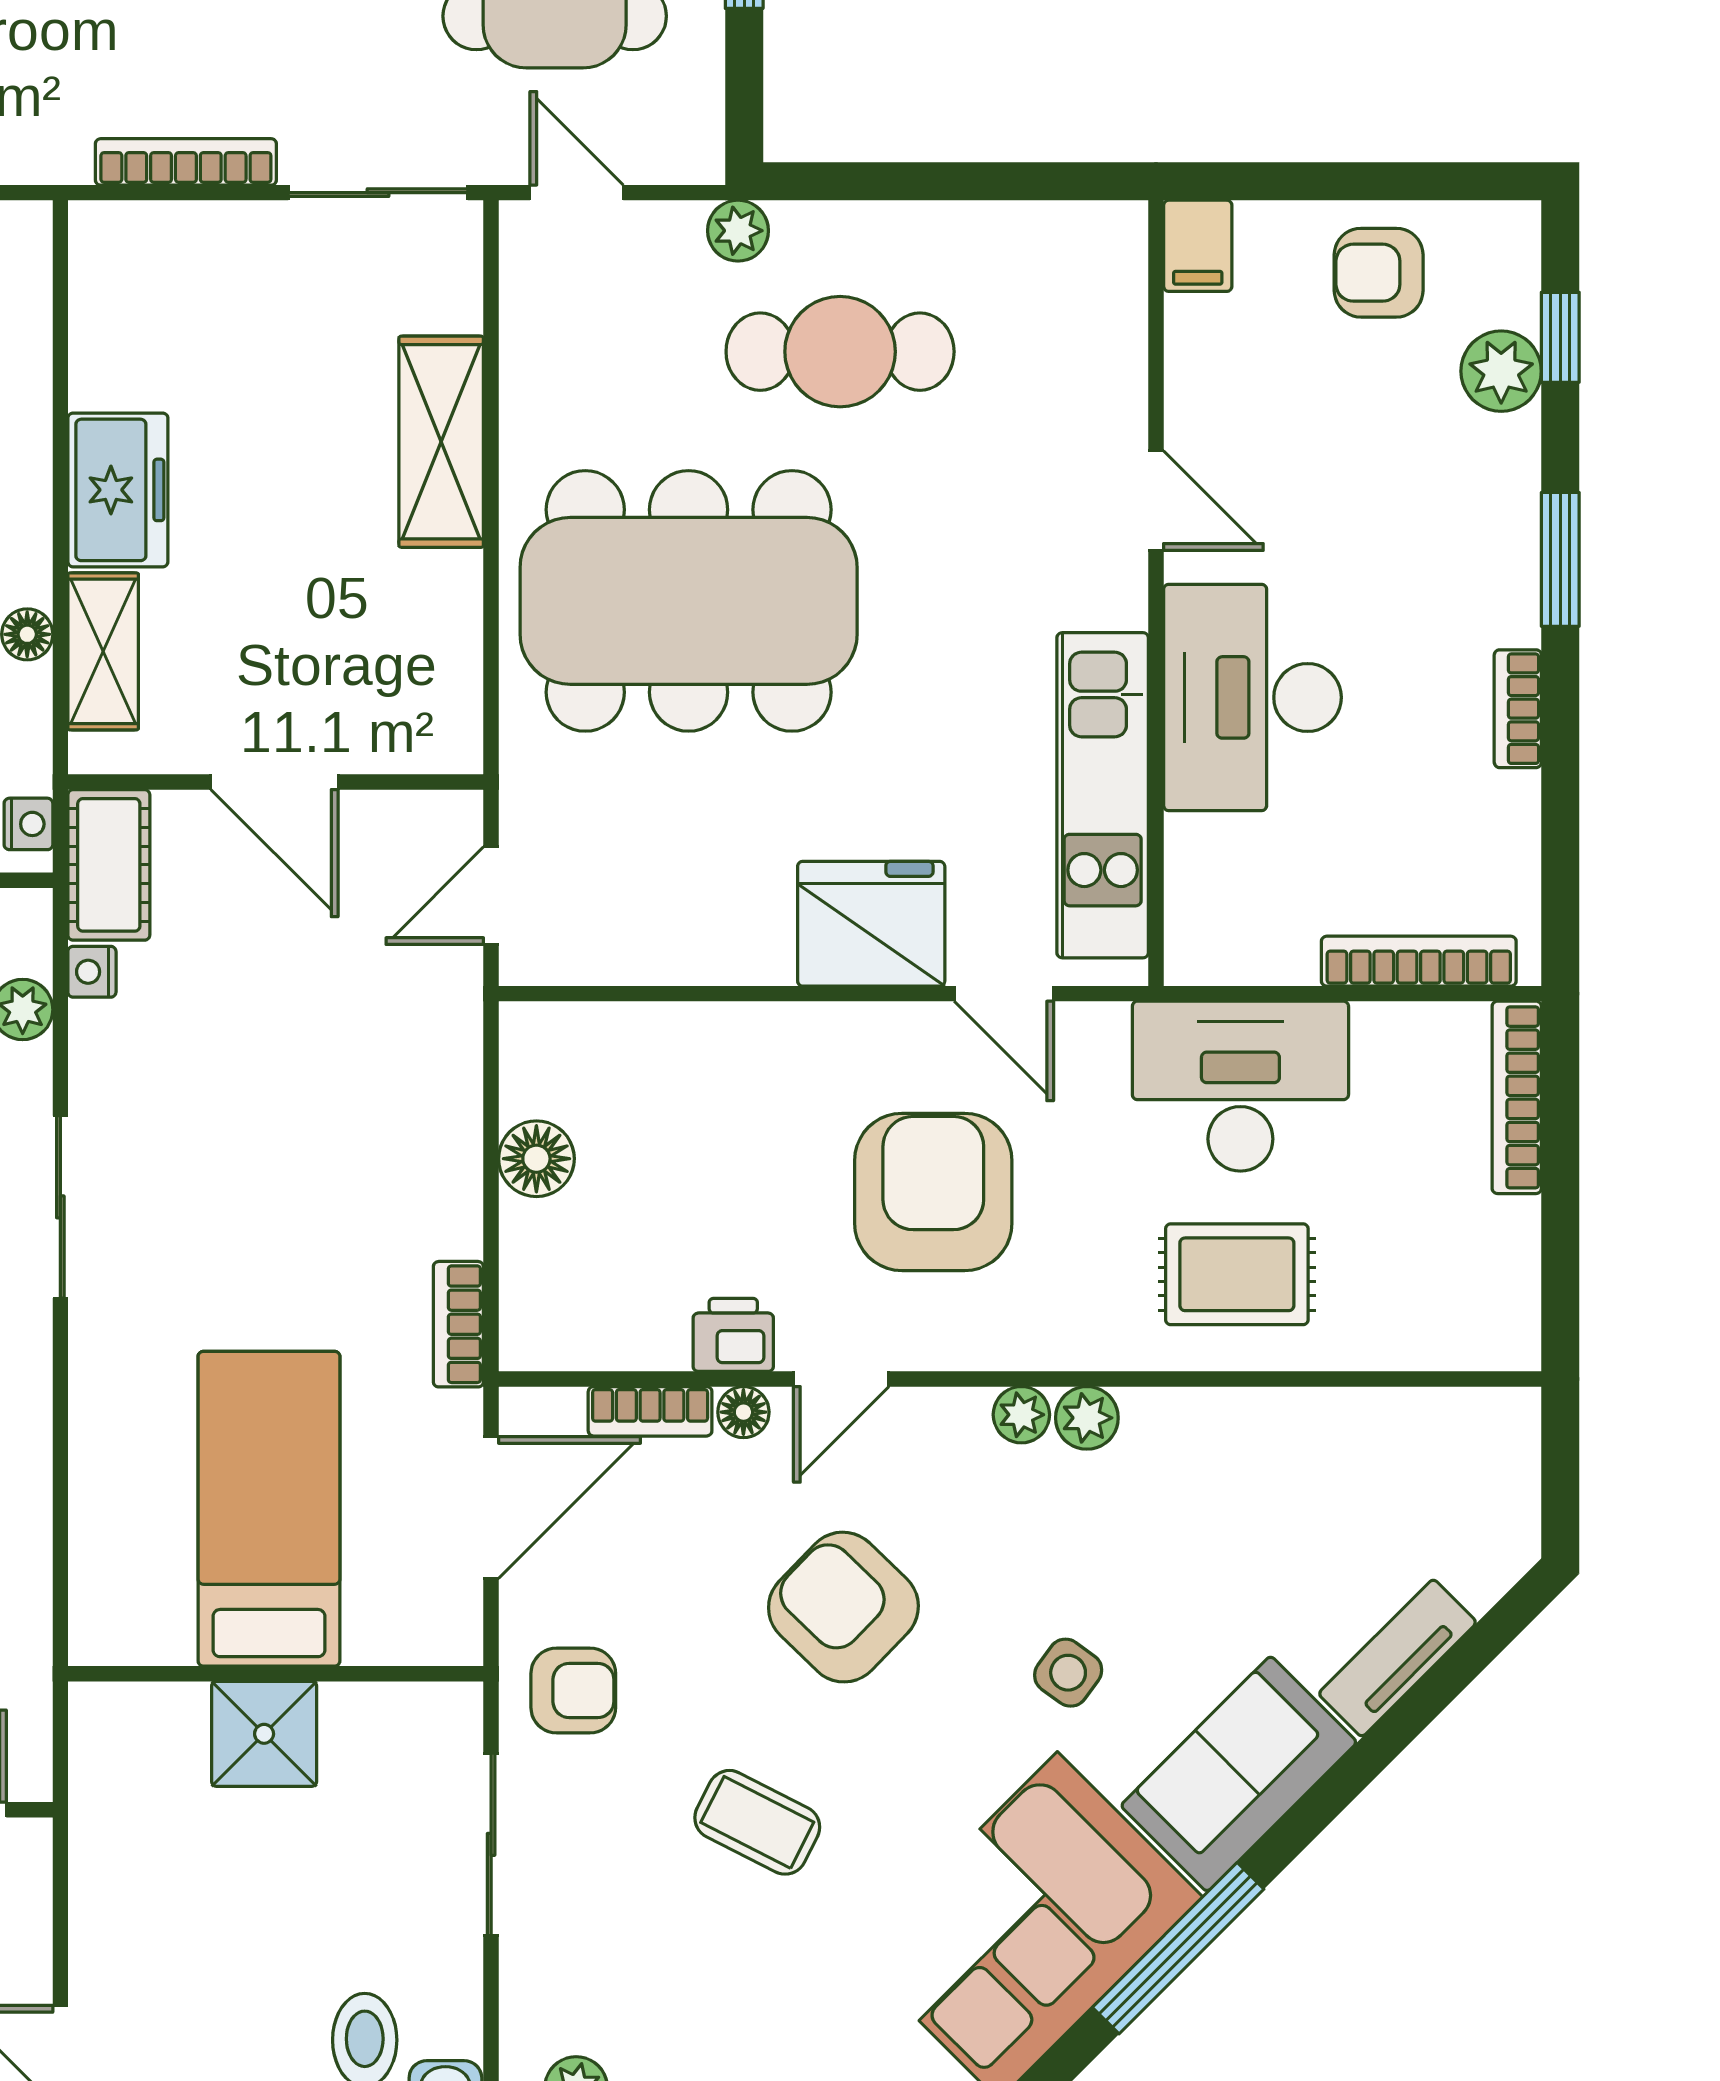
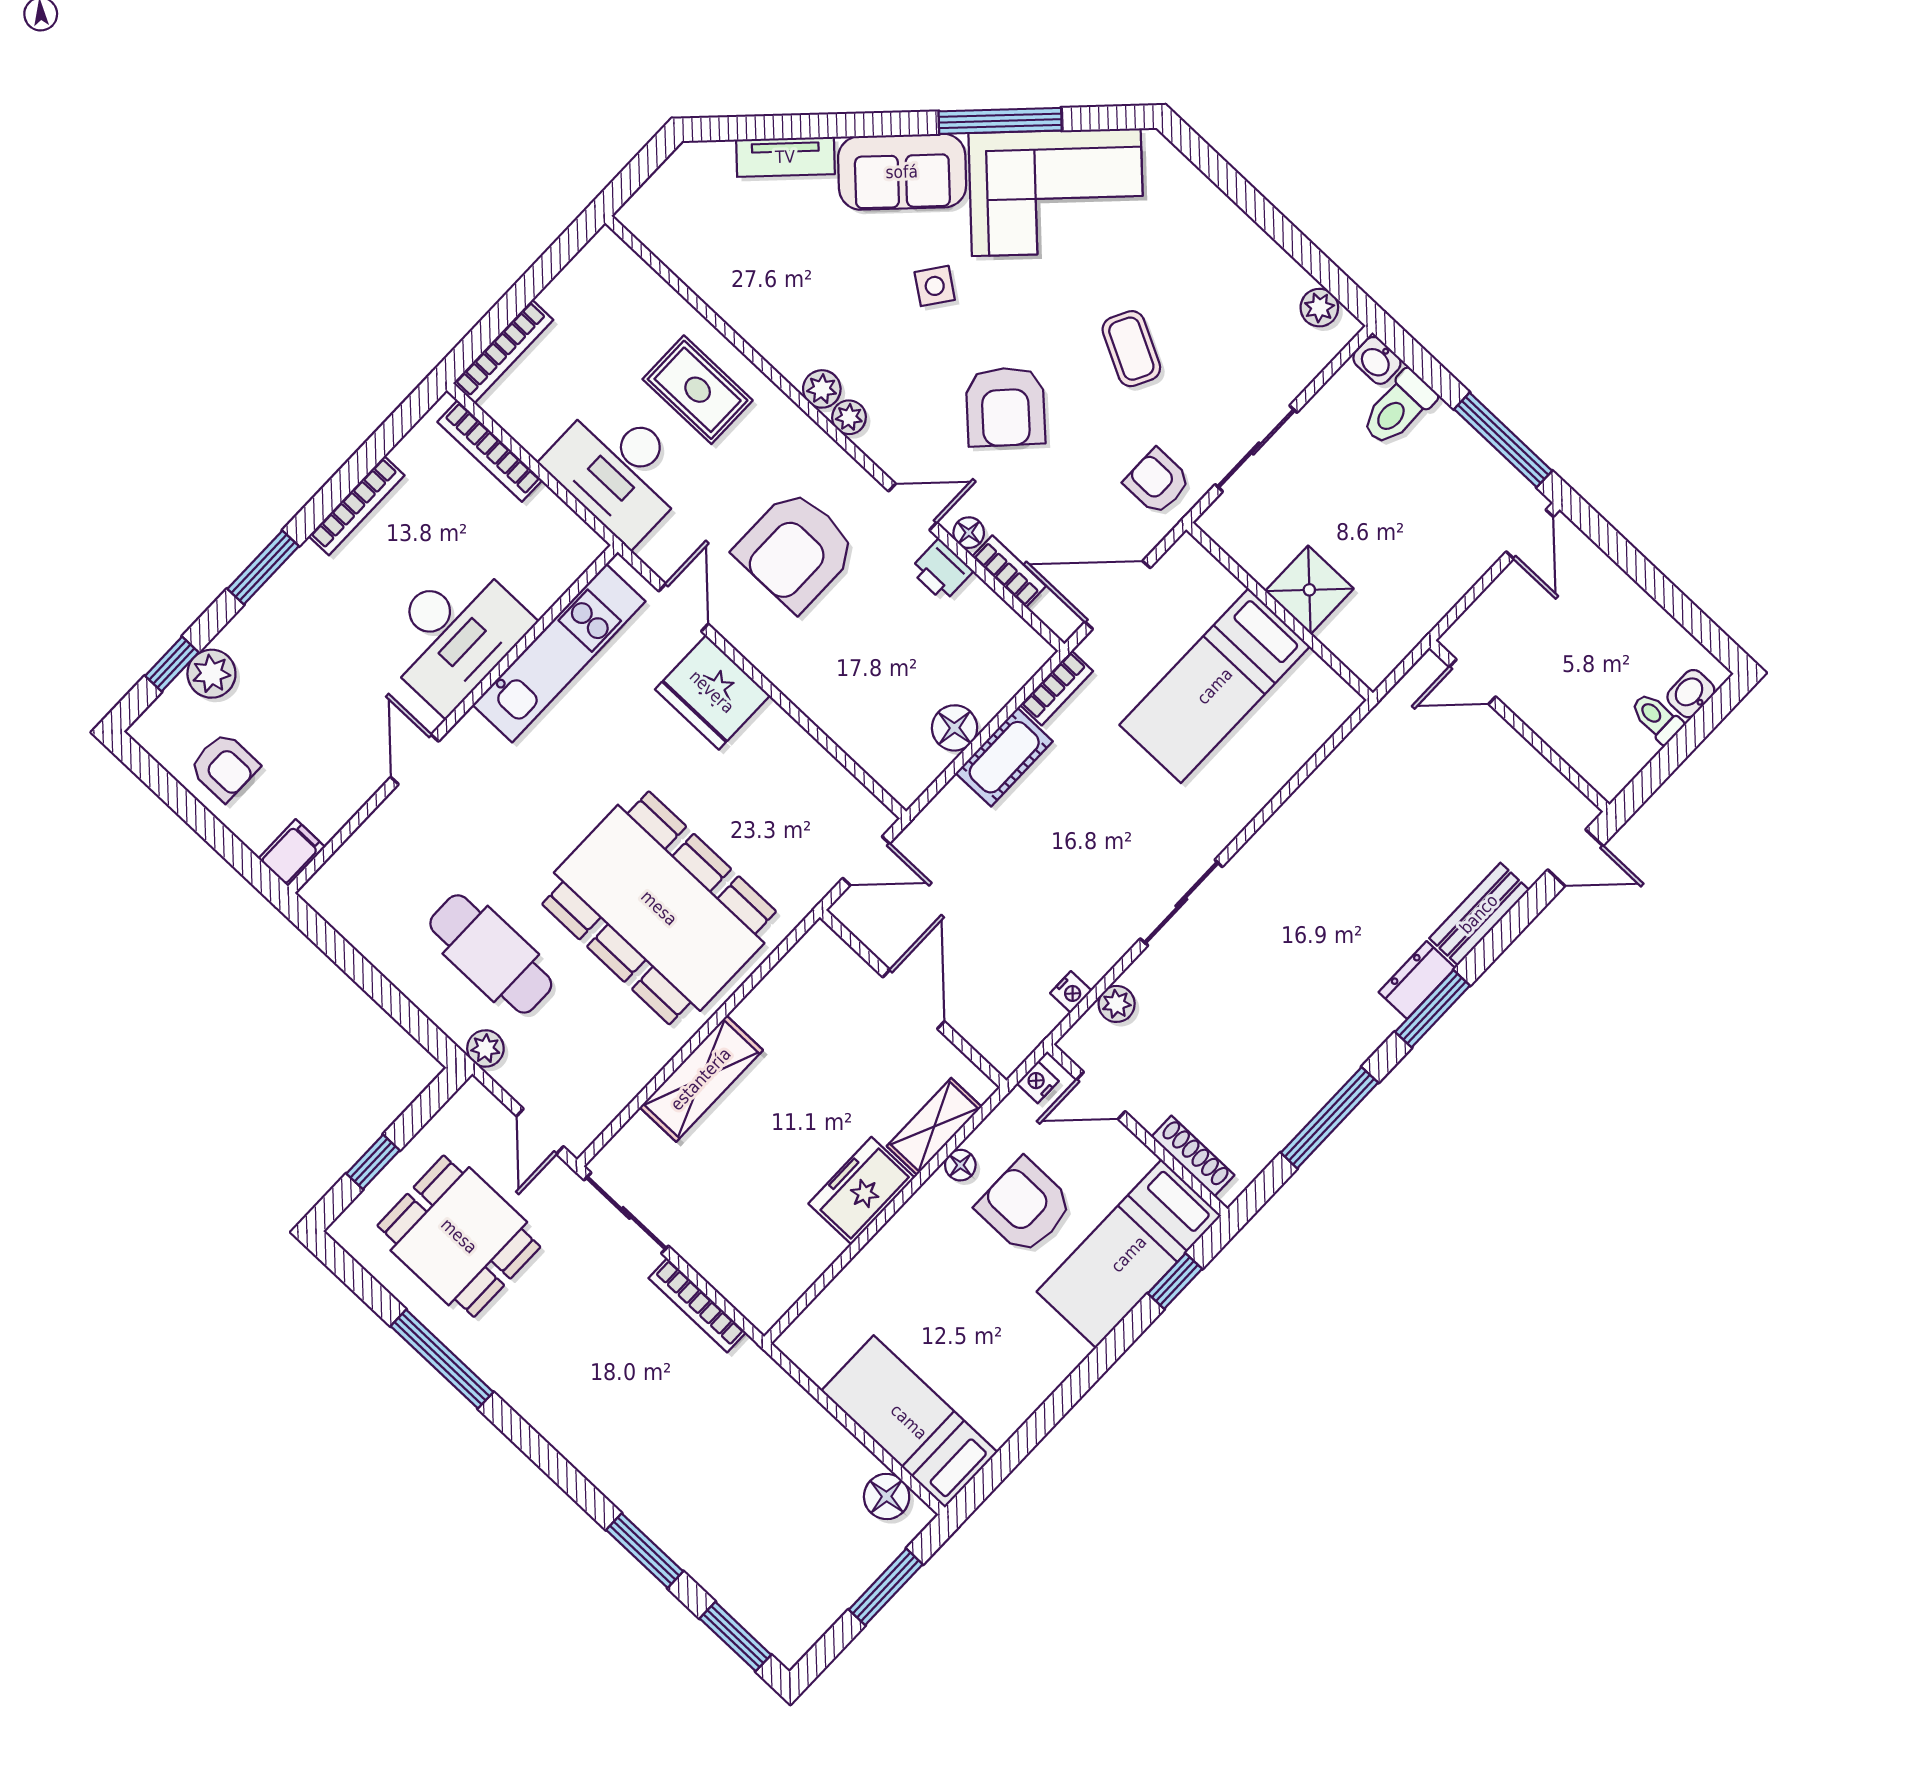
bookcase: (1518, 709) -> (357, 506), width x1.56
cot: (109, 865) -> (1004, 757), moved

